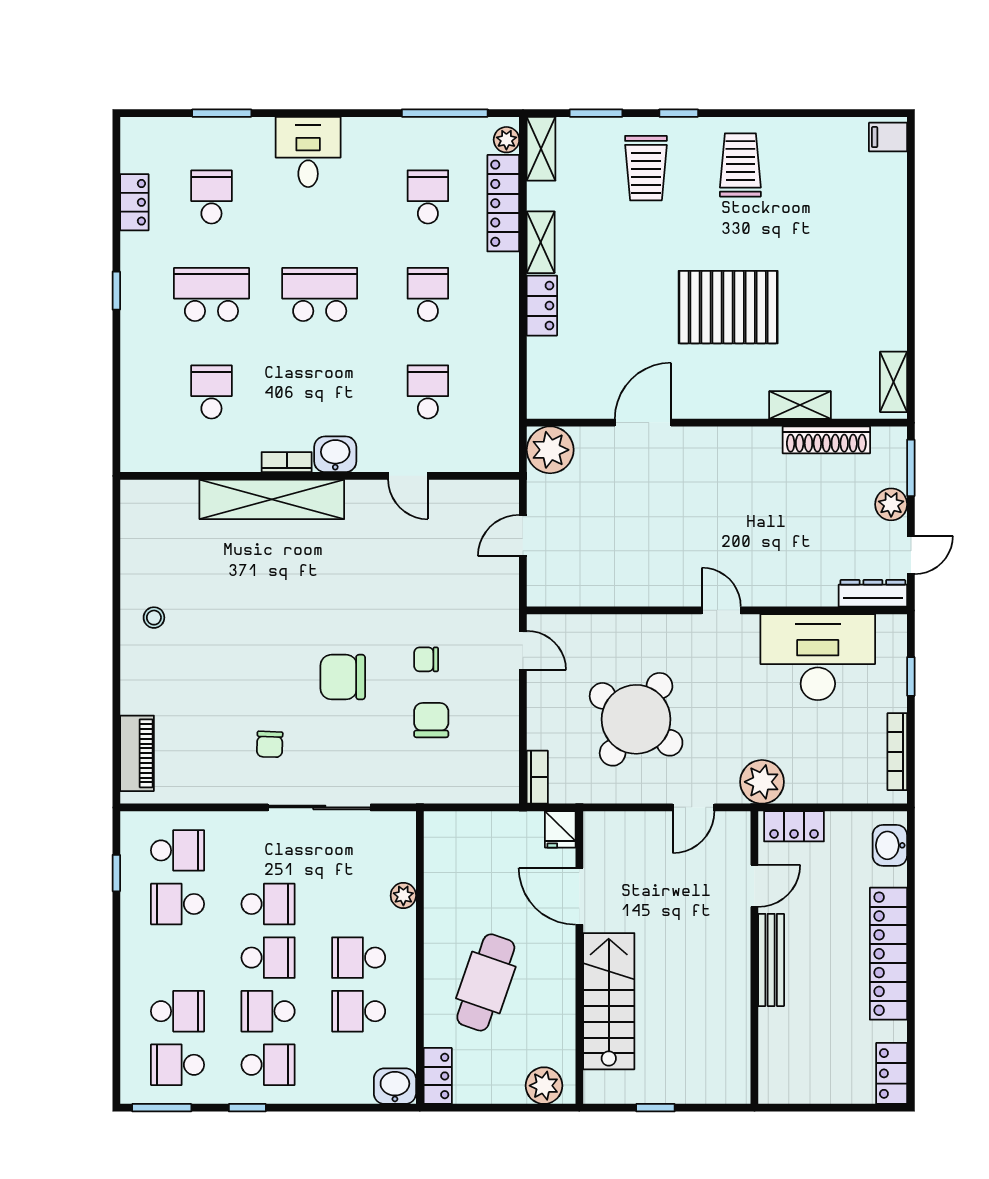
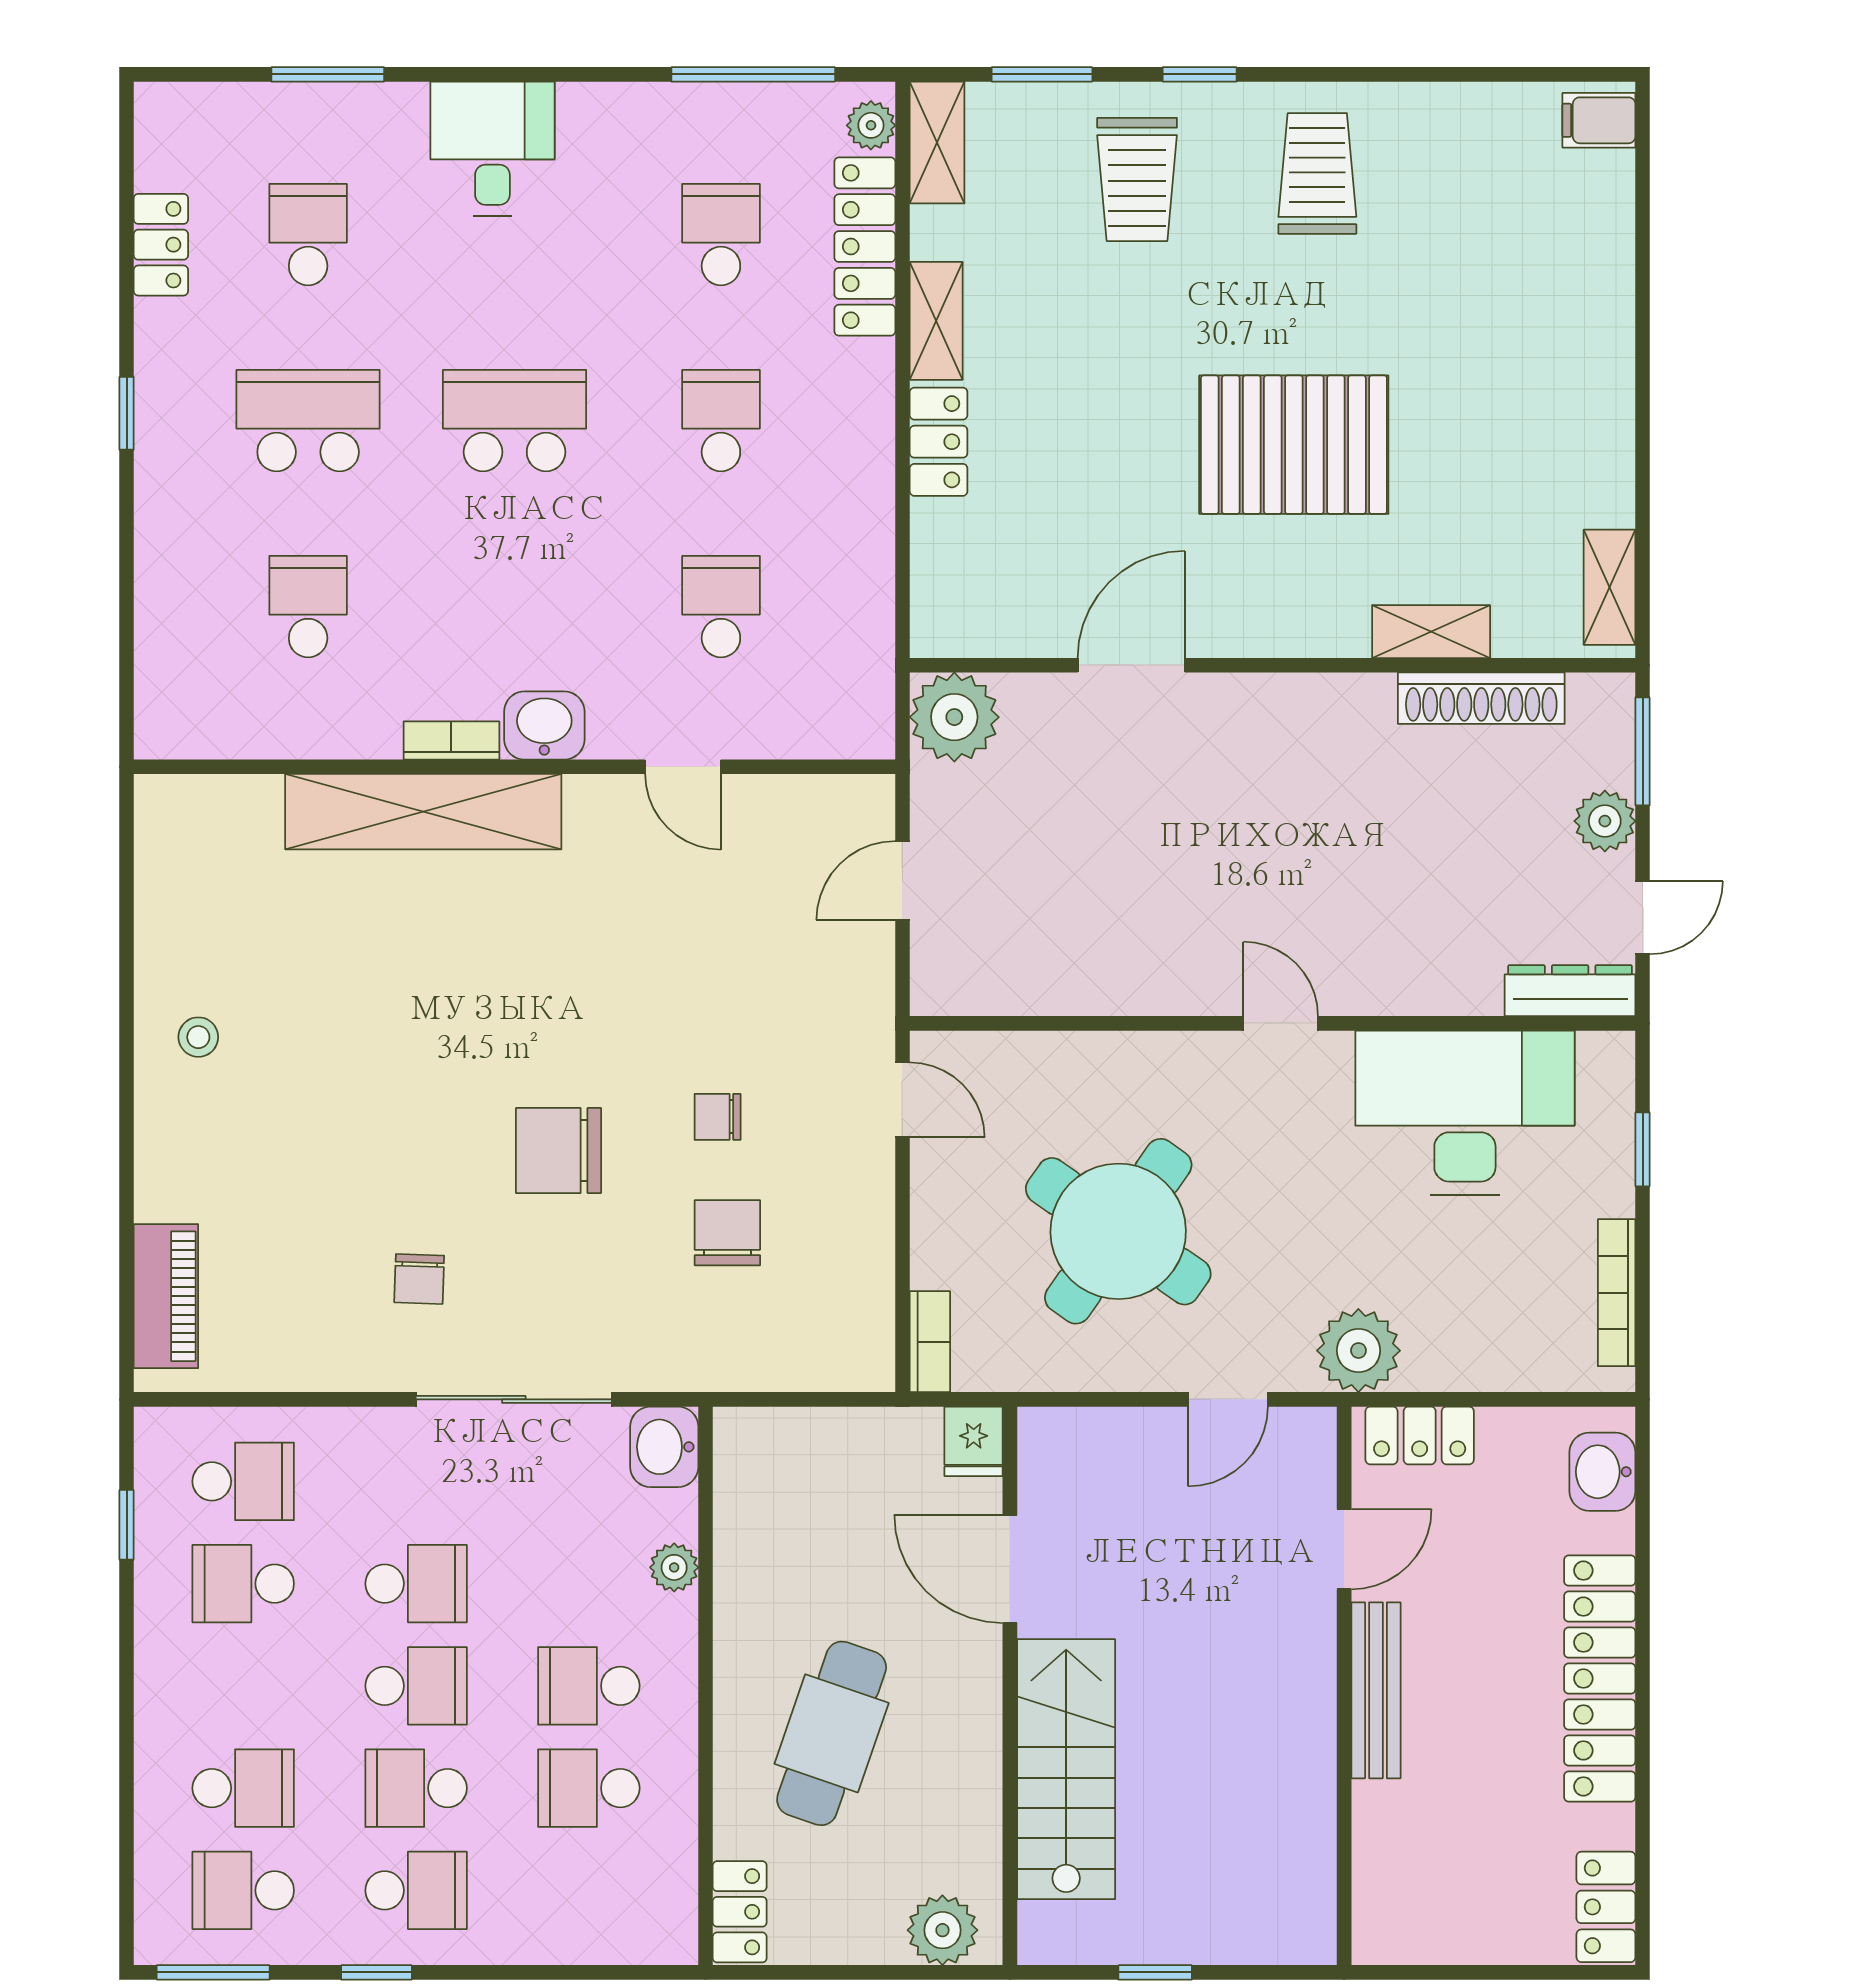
washbasin: (395, 1086) -> (664, 1447), moved, turned -90

